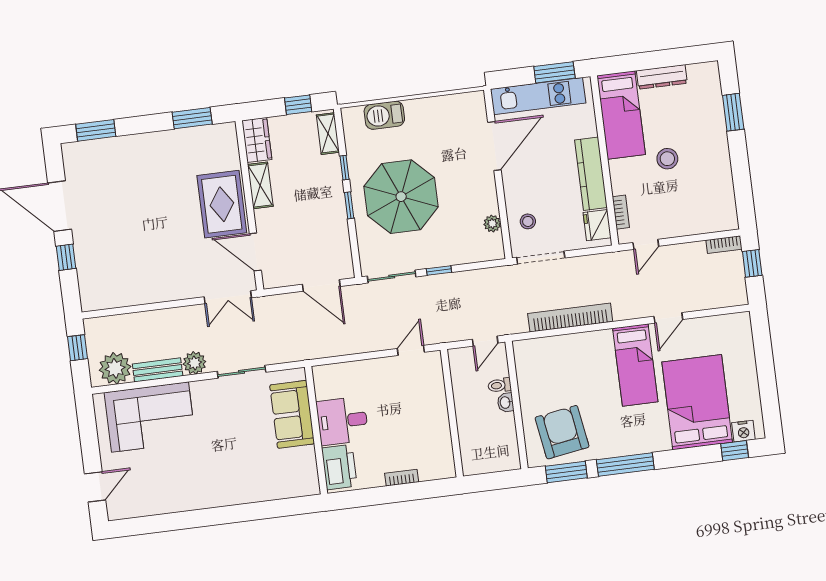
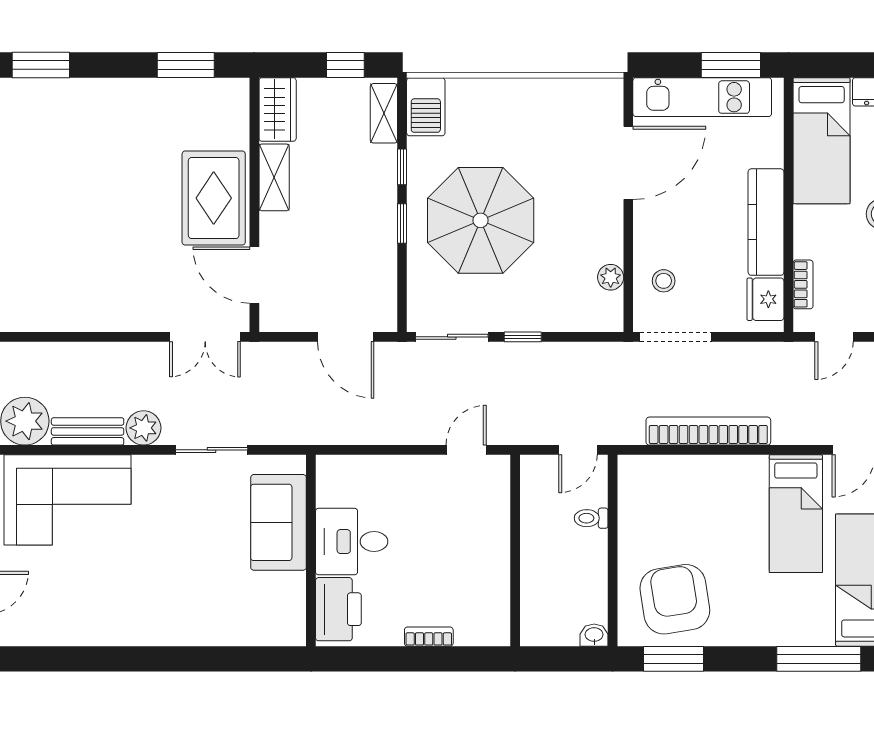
barbecue: (384, 115) -> (426, 107), moved, turned -90
washbasin: (506, 403) -> (594, 635), moved, turned 90
window: (625, 464) -> (819, 659), moved

